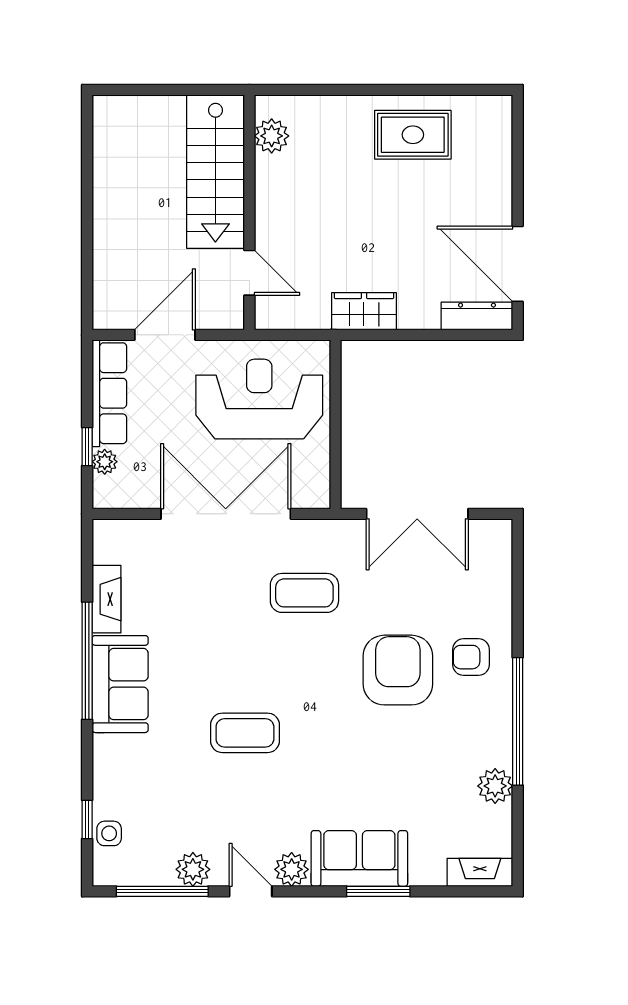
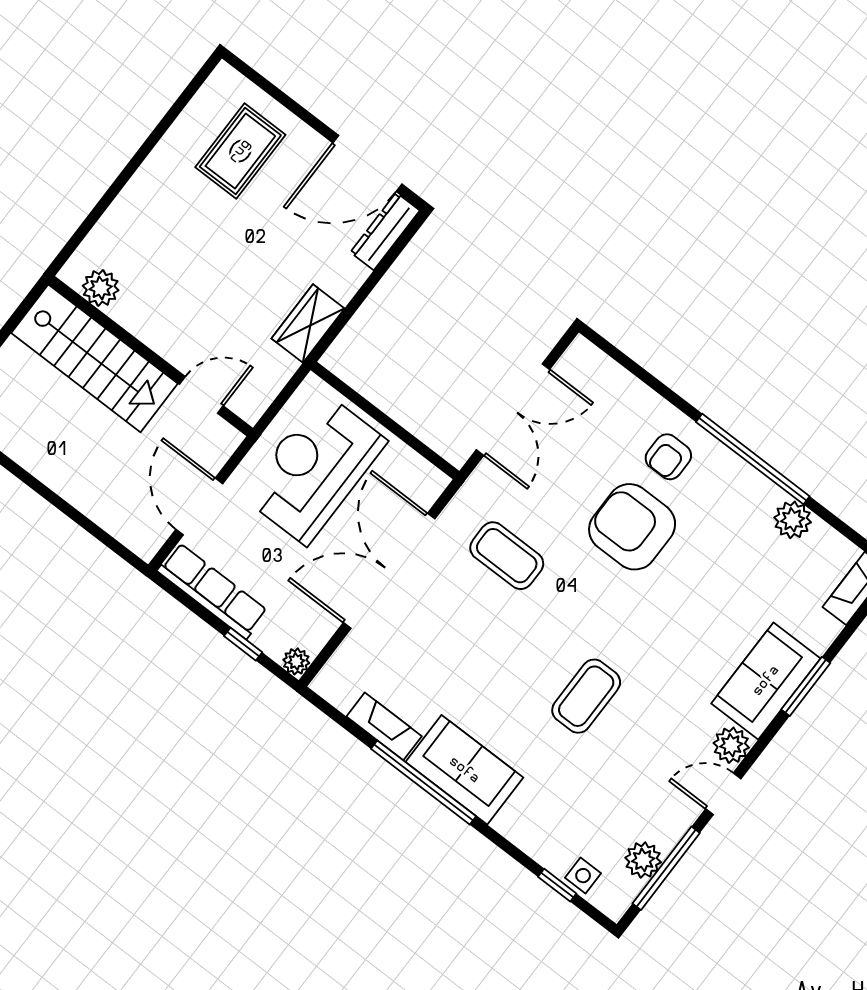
rug: (413, 135) -> (240, 151), moved
plant: (105, 462) -> (296, 661), moved
coffee table: (304, 593) -> (507, 556), turned 90
plant: (193, 869) -> (643, 860), moved

